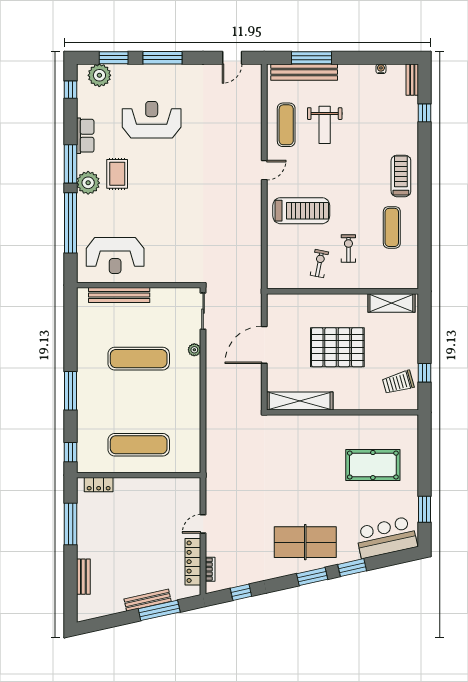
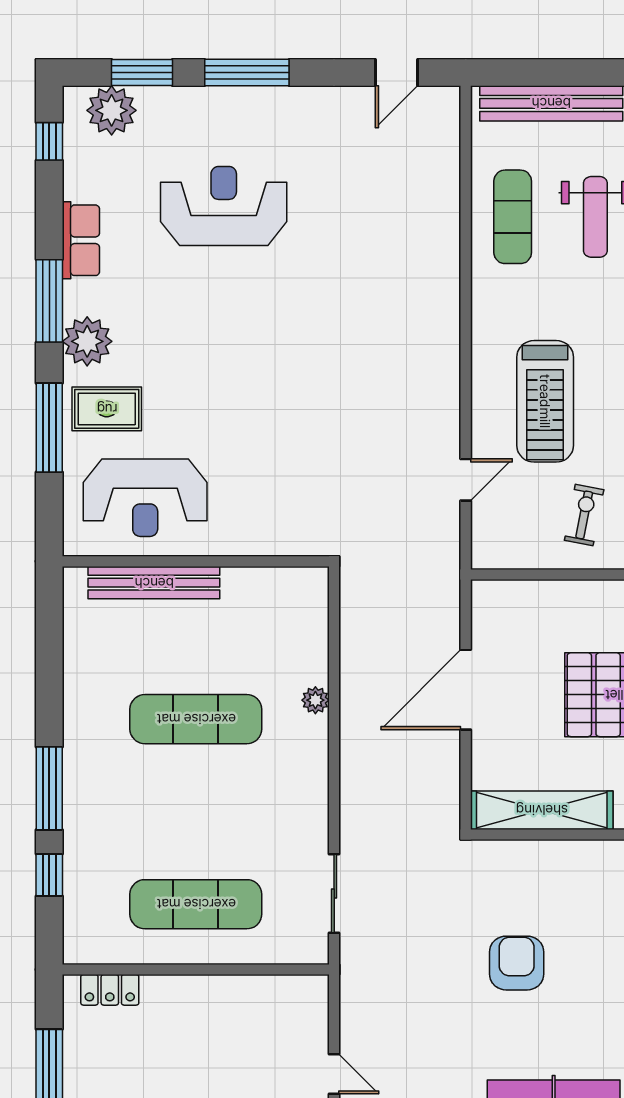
window: (312, 58) -> (567, 73), removed
door: (264, 170) -> (466, 480), moved
rug: (117, 174) -> (107, 409), moved, turned 90
treadmill: (301, 211) -> (545, 401), turned 90
window: (70, 223) -> (49, 428), width x0.68
sliding door: (203, 311) -> (334, 894), moved
window: (70, 452) -> (49, 875), moved
armchair: (288, 472) -> (517, 963), added
door: (203, 524) -> (334, 1074), swing flipped

